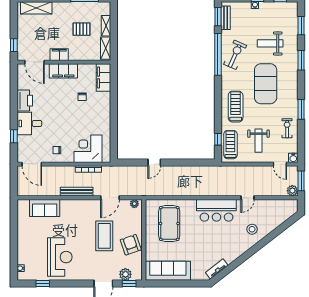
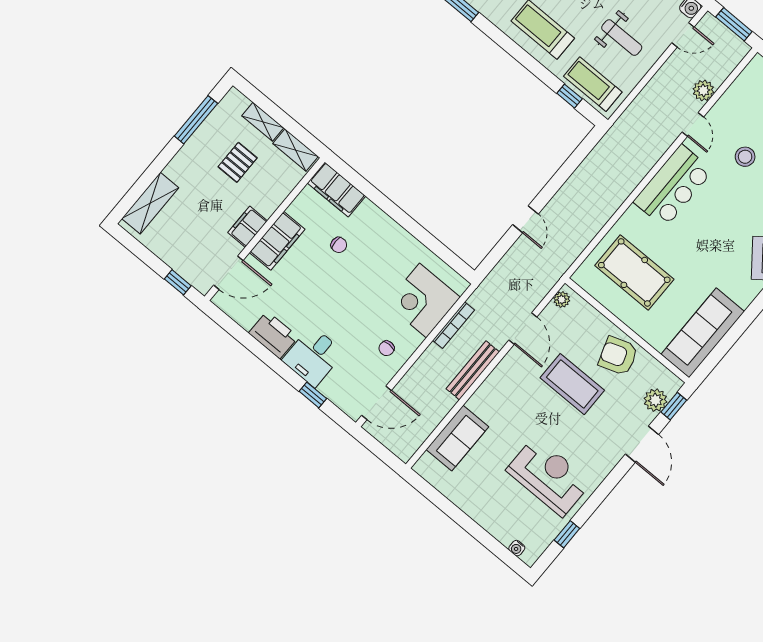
plant: (292, 191) -> (703, 90), moved

